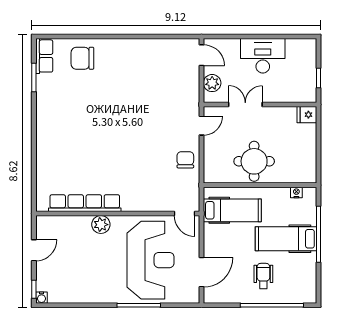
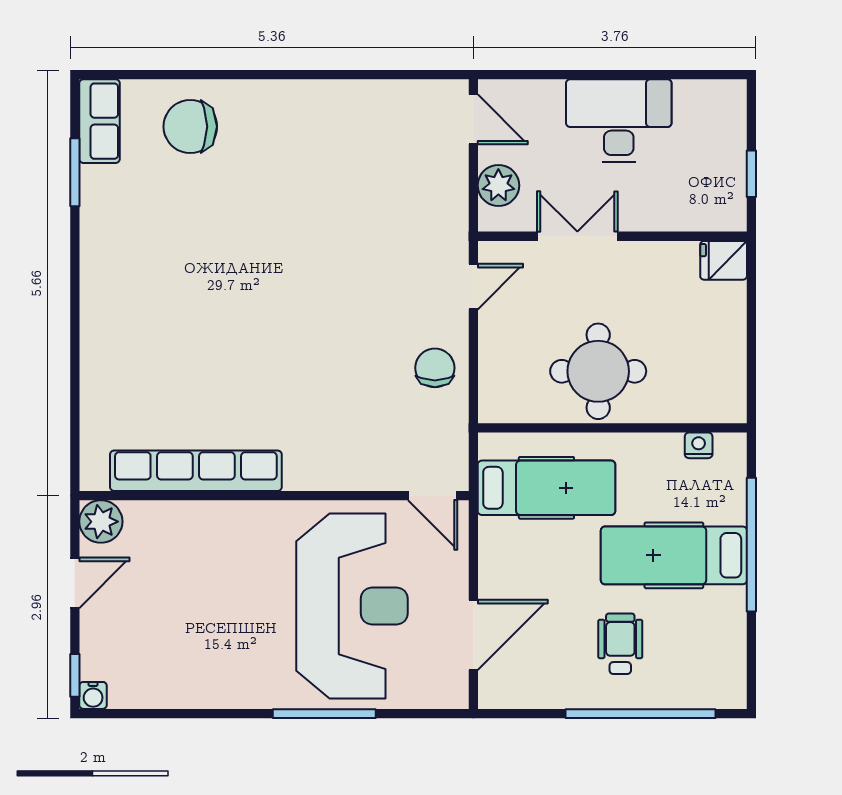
plant: (101, 225) -> (101, 522), moved

